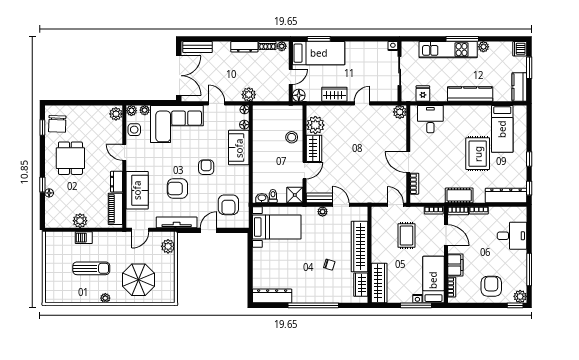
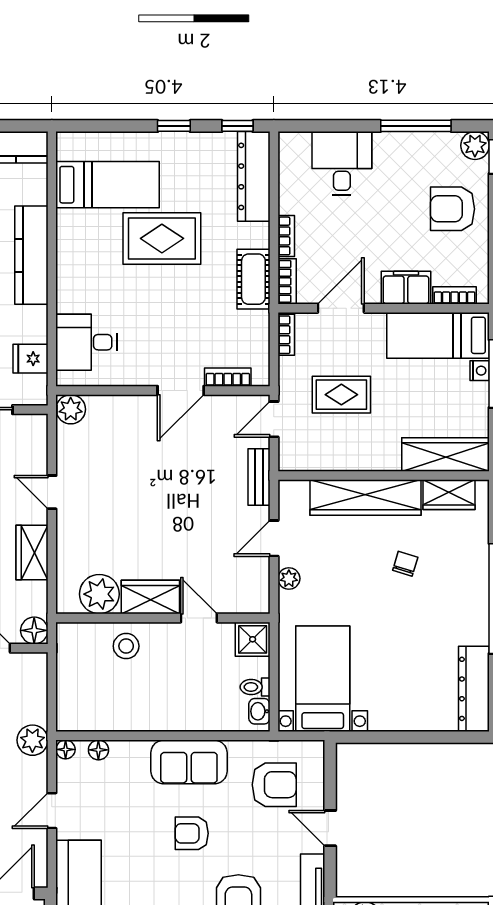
sofa: (239, 148) -> (189, 762), moved
bench: (319, 198) -> (259, 477), moved

